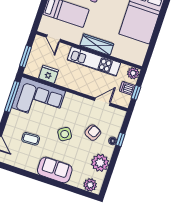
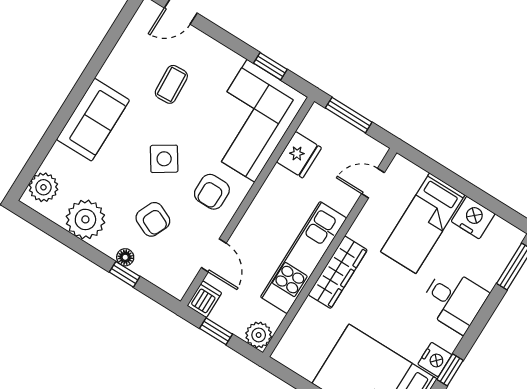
dishwasher: (127, 88) -> (204, 299), moved
window: (12, 97) -> (270, 66), width x0.46
armchair: (74, 109) -> (212, 192), added

